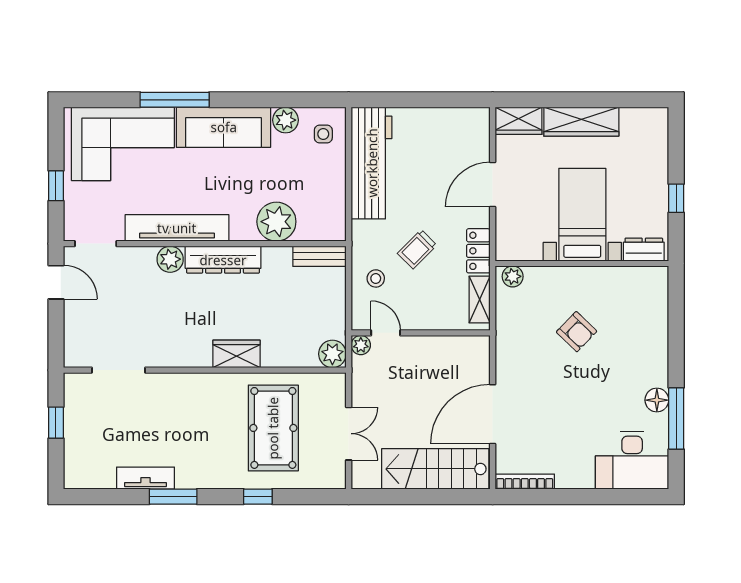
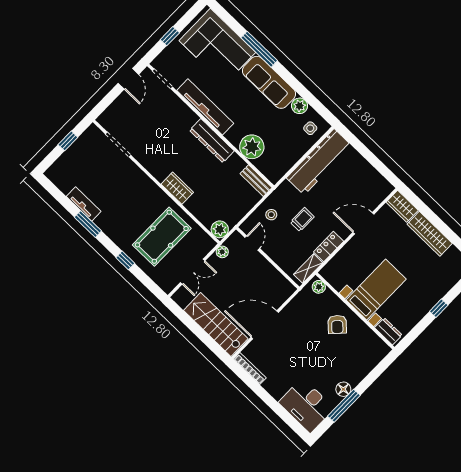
bed with nightstands: (582, 215) -> (376, 290), moved
trolley: (417, 249) -> (302, 219), turned 135
dresser: (644, 250) -> (388, 331), moved
plant: (170, 259) -> (189, 118), removed
wall: (582, 263) -> (355, 311), moved
plant: (513, 276) -> (319, 287), moved
plant: (361, 345) -> (222, 252), moved

